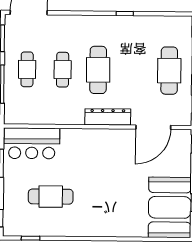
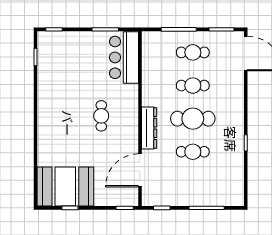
cafe table: (169, 71) -> (193, 152), moved, width x0.73, depth x0.74
door: (153, 127) -> (140, 170), hinge flipped
cafe table: (51, 197) -> (101, 116), moved, width x0.73, depth x0.74

